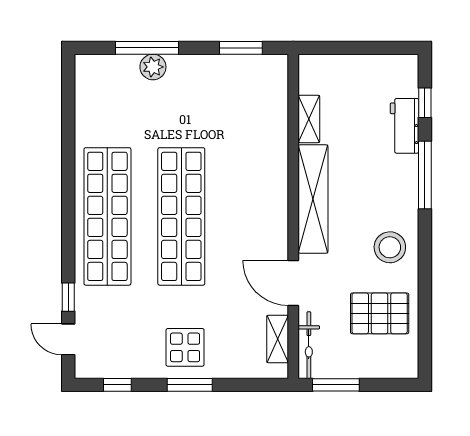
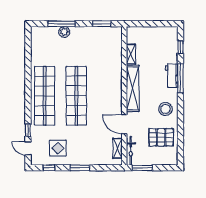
workbench: (405, 126) -> (172, 76), moved
display table: (185, 347) -> (58, 148), moved

